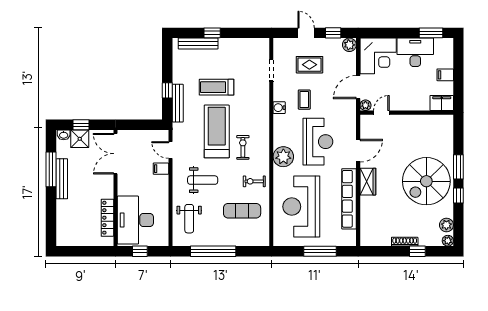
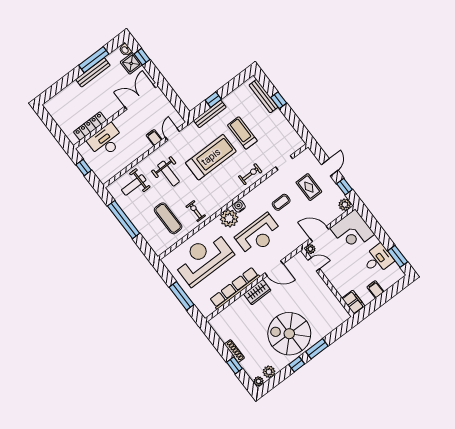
desk: (415, 52) -> (378, 259), width x0.73
water cooler: (279, 108) -> (239, 206), moved
exercise bike: (243, 147) -> (250, 174), moved
desk: (135, 220) -> (106, 141), width x0.73, depth x0.77

